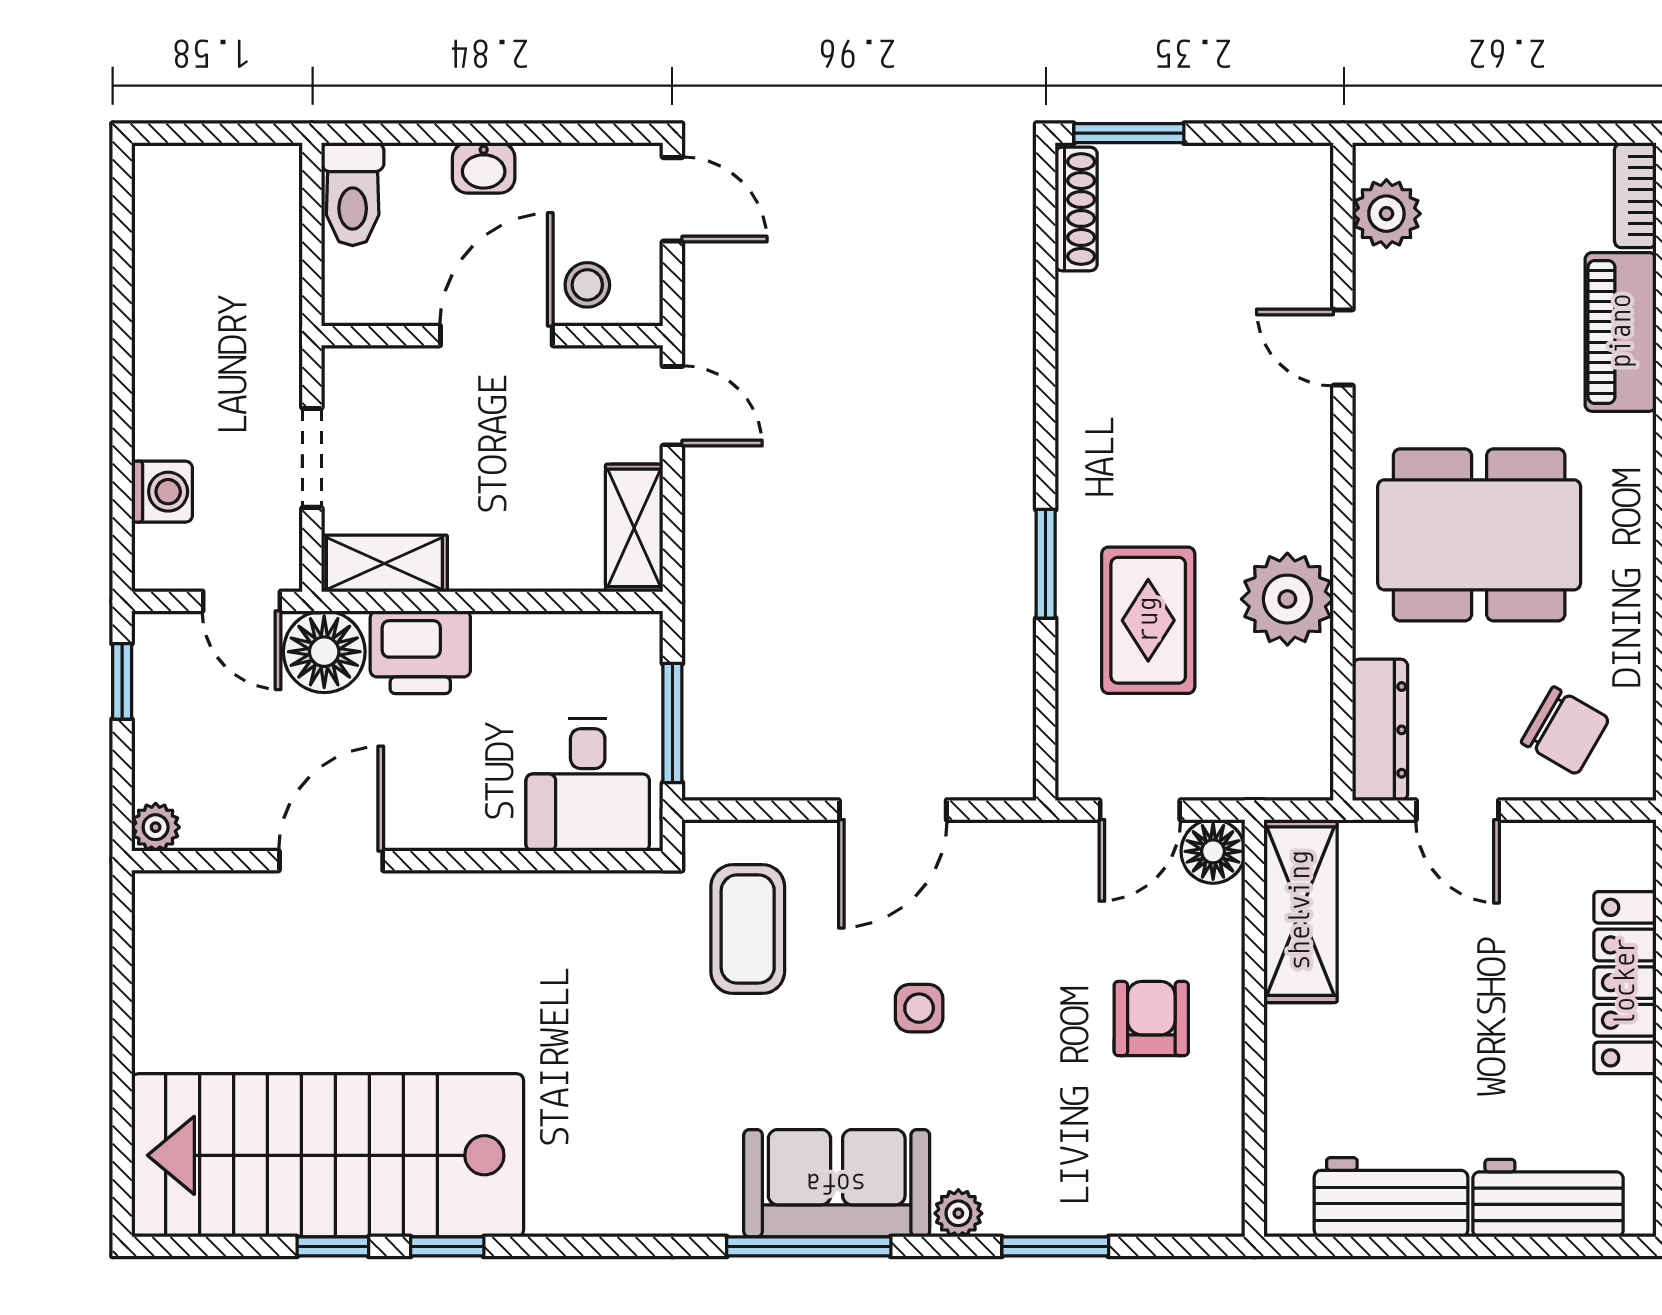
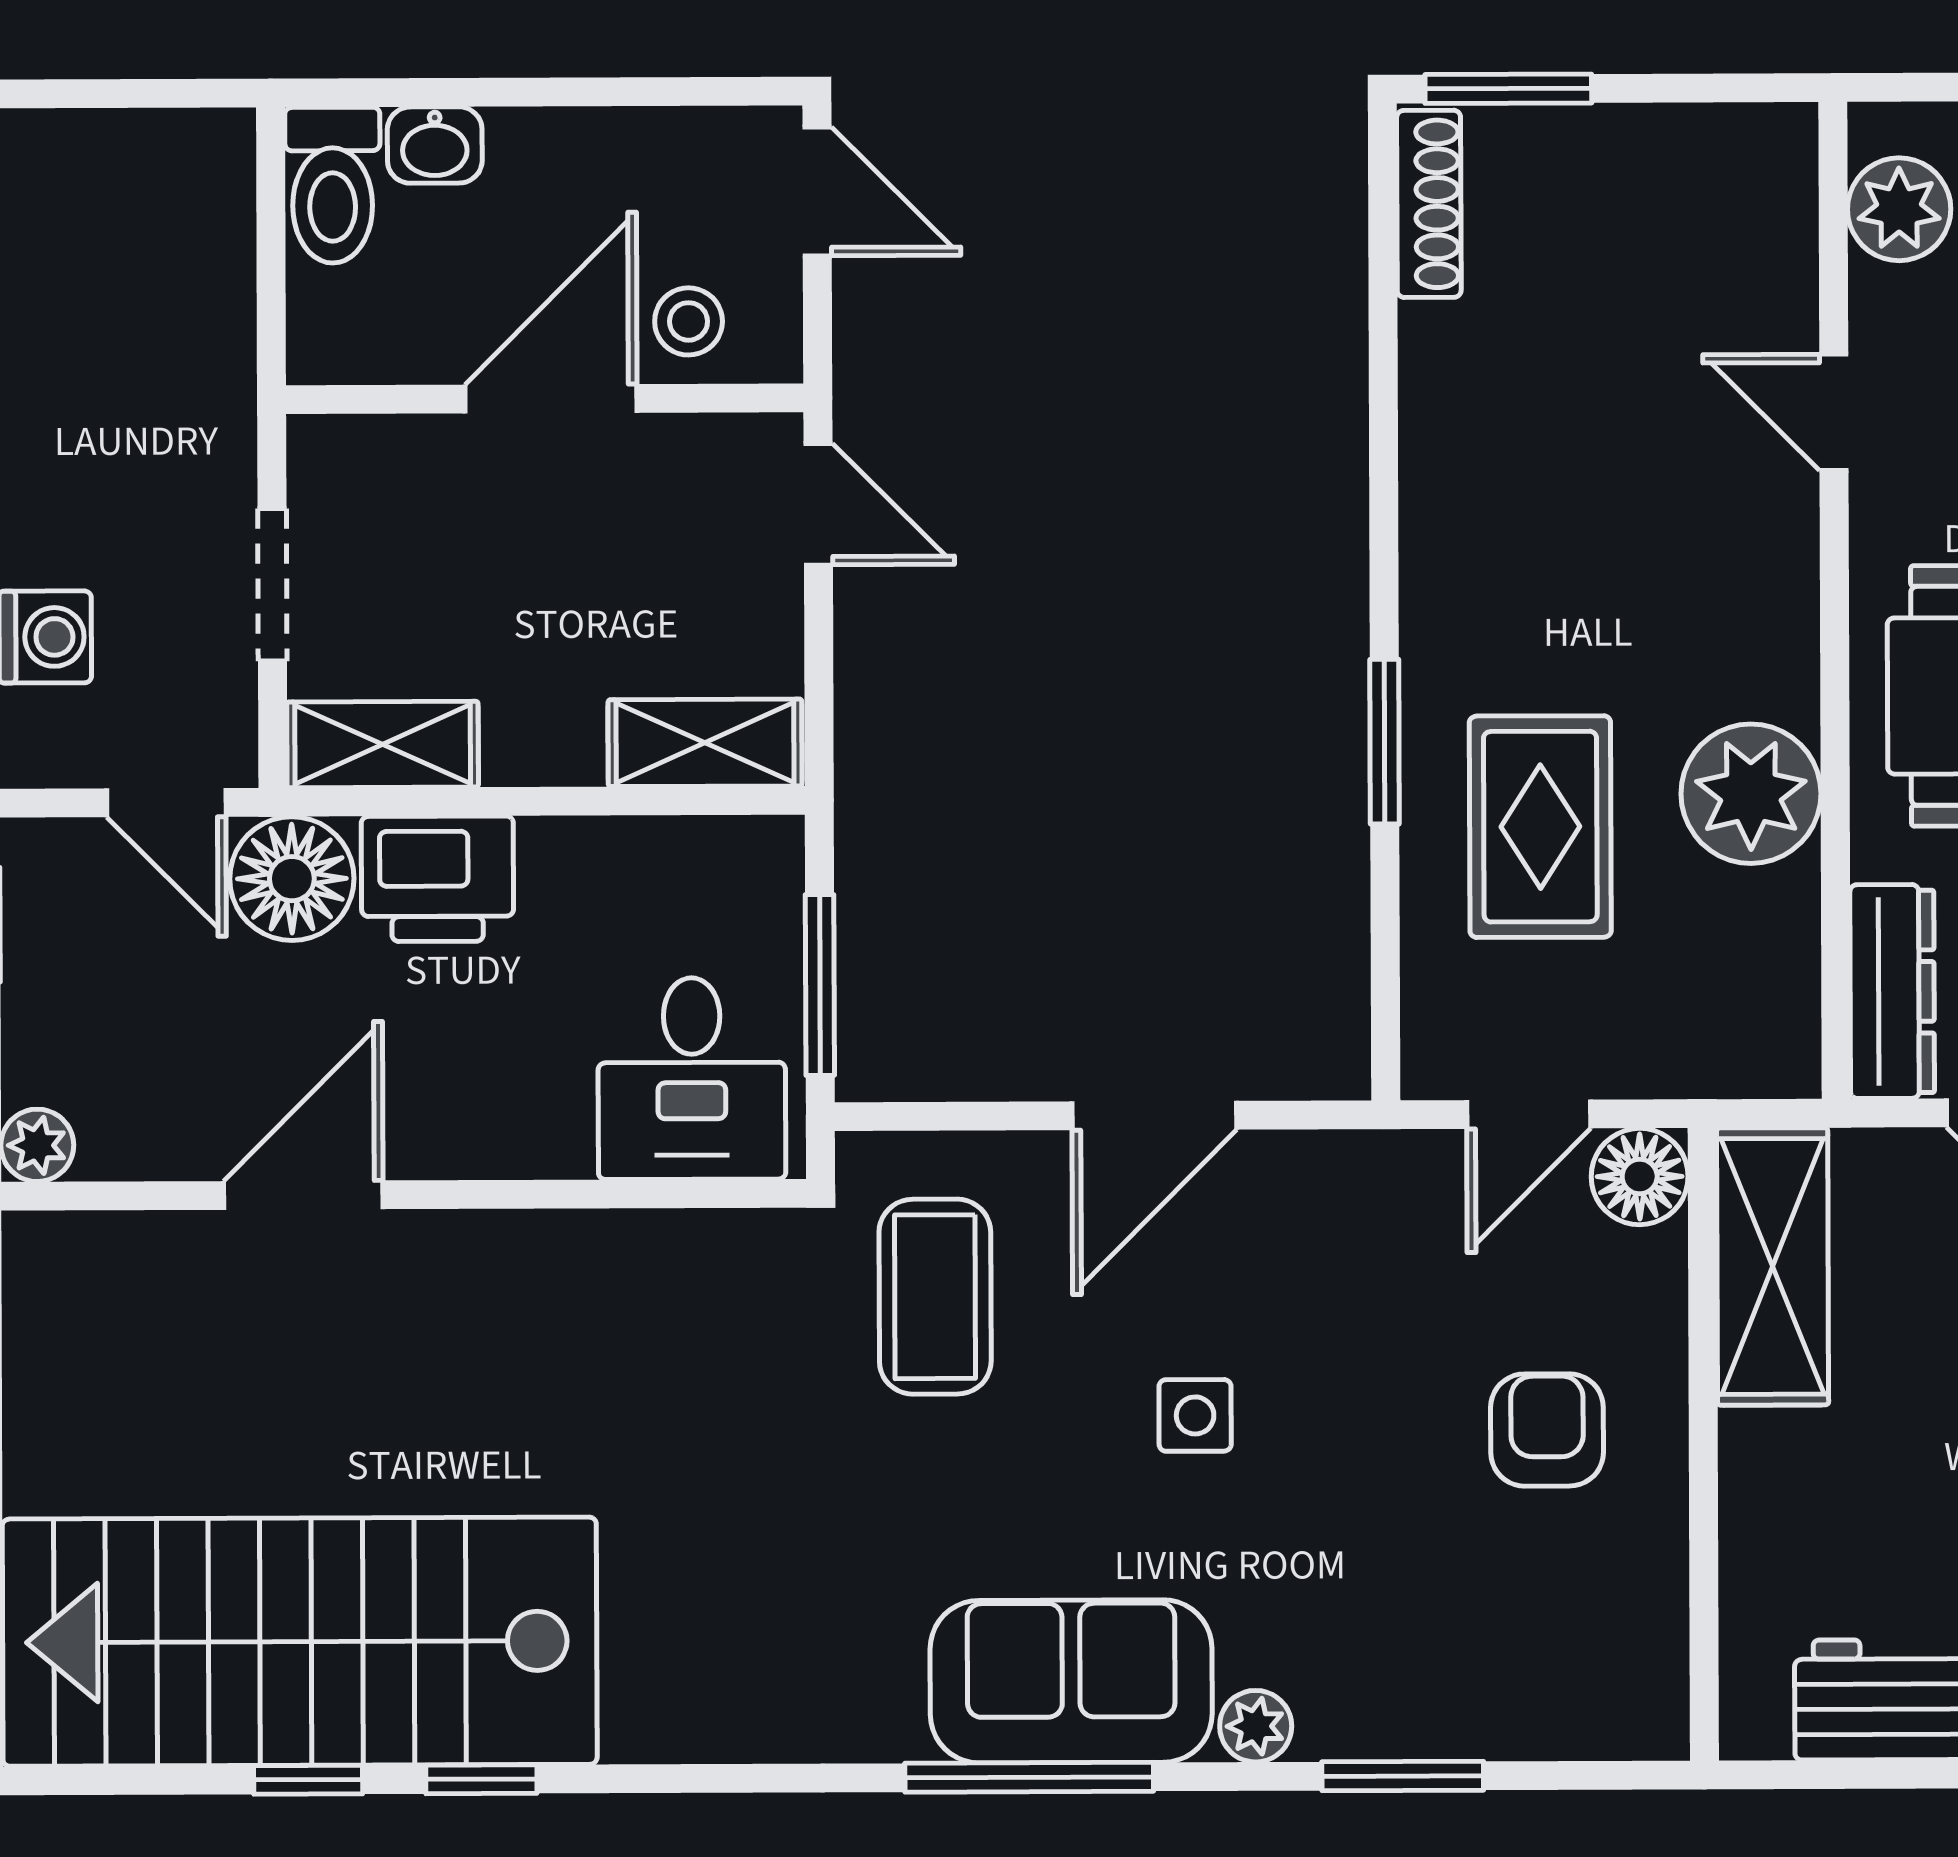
washbasin: (484, 168) -> (435, 145), moved
shelving: (634, 528) -> (705, 743), moved, turned 90

